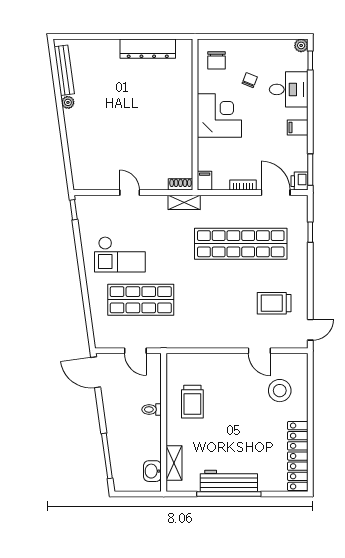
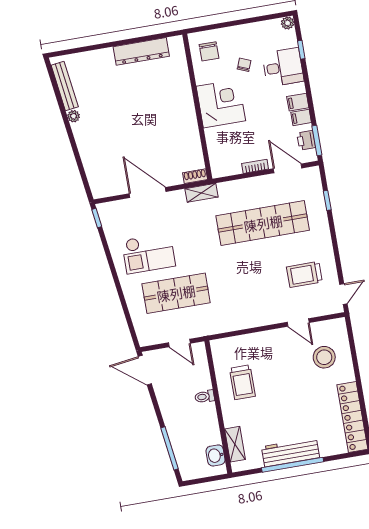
window: (310, 61) -> (301, 50), moved
filing cabinet: (205, 181) -> (301, 117), moved, turned -90
printer: (299, 181) -> (306, 140), moved
door: (130, 193) -> (148, 193), width x1.87

